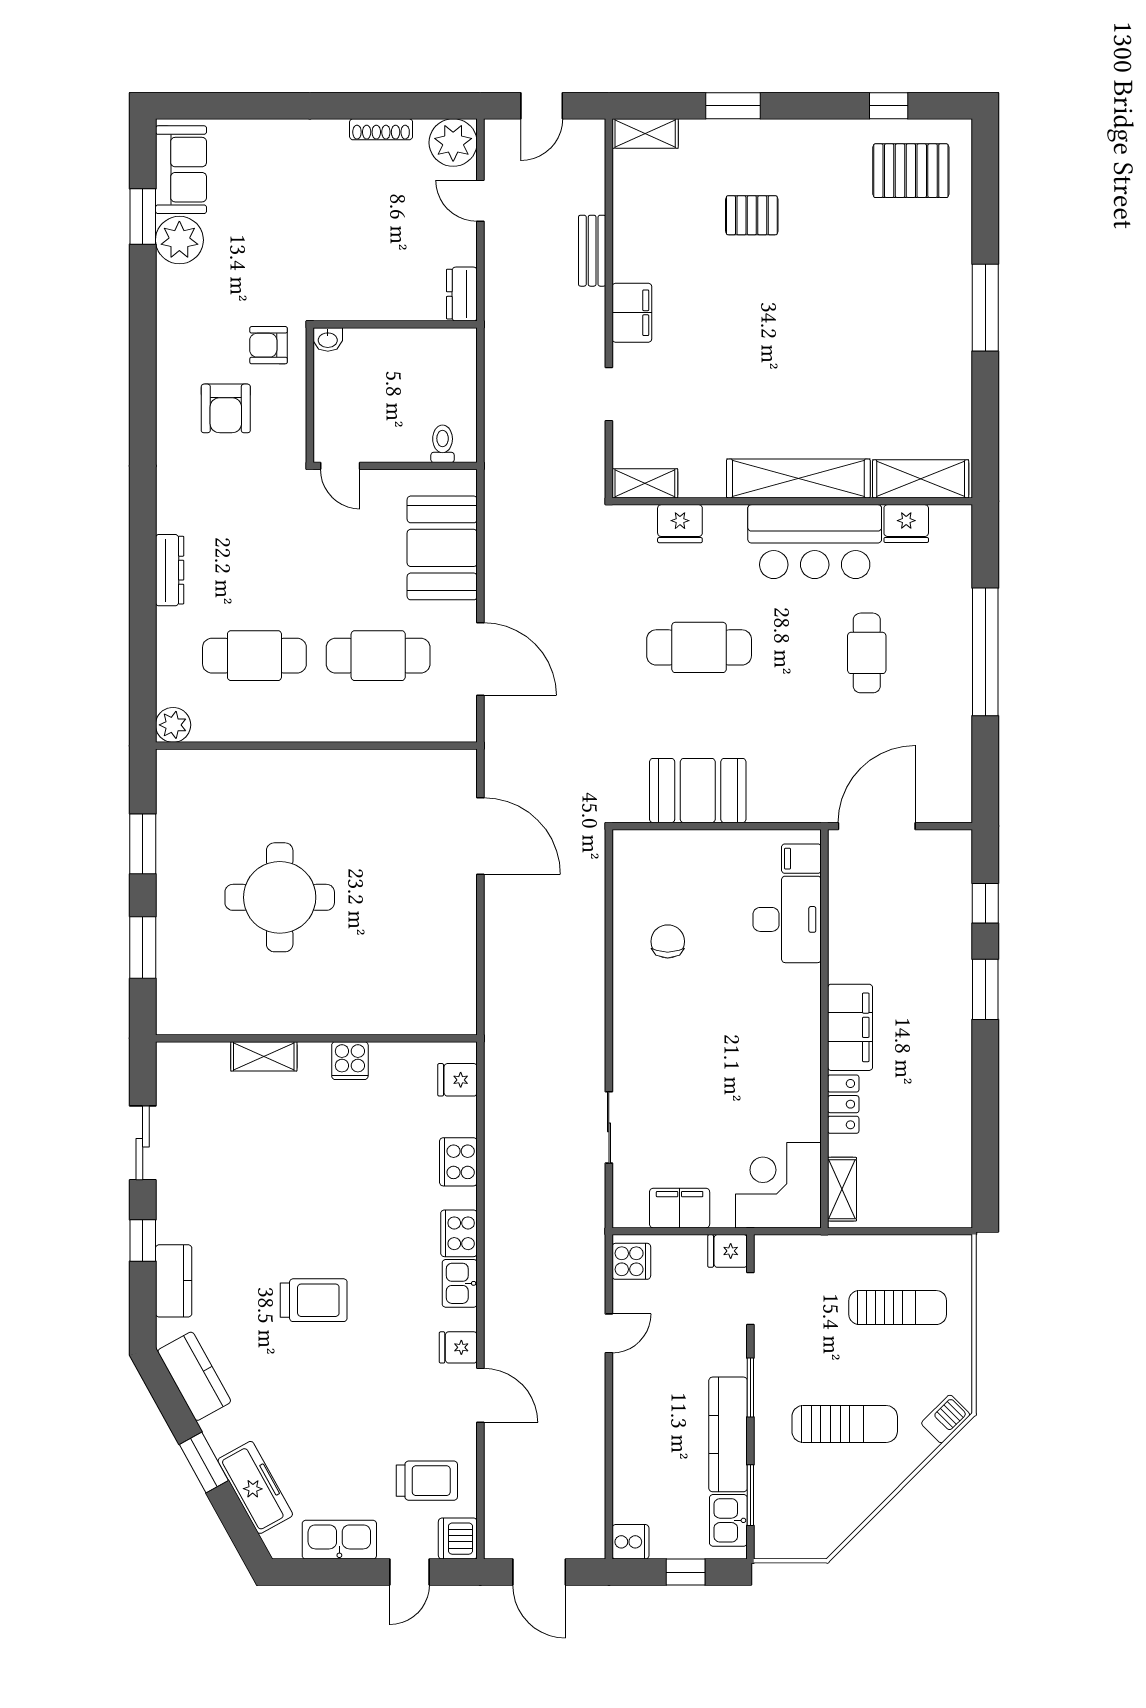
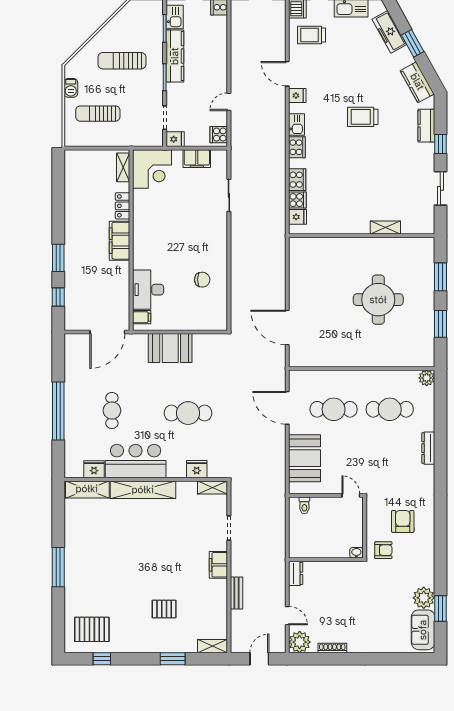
booth: (698, 791) -> (170, 348), moved
chair: (668, 941) -> (202, 280), turned -90
cooker: (350, 1061) -> (297, 200), moved, turned 90
barbecue: (946, 1419) -> (71, 88), moved, turned -45

